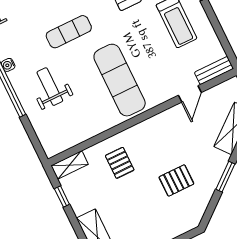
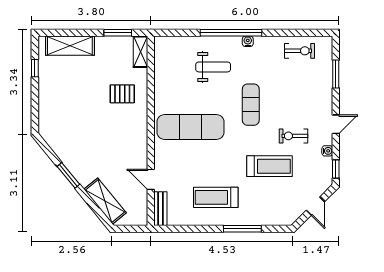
pallet: (176, 180) -> (85, 133), removed
window: (62, 196) -> (118, 33), width x1.50

